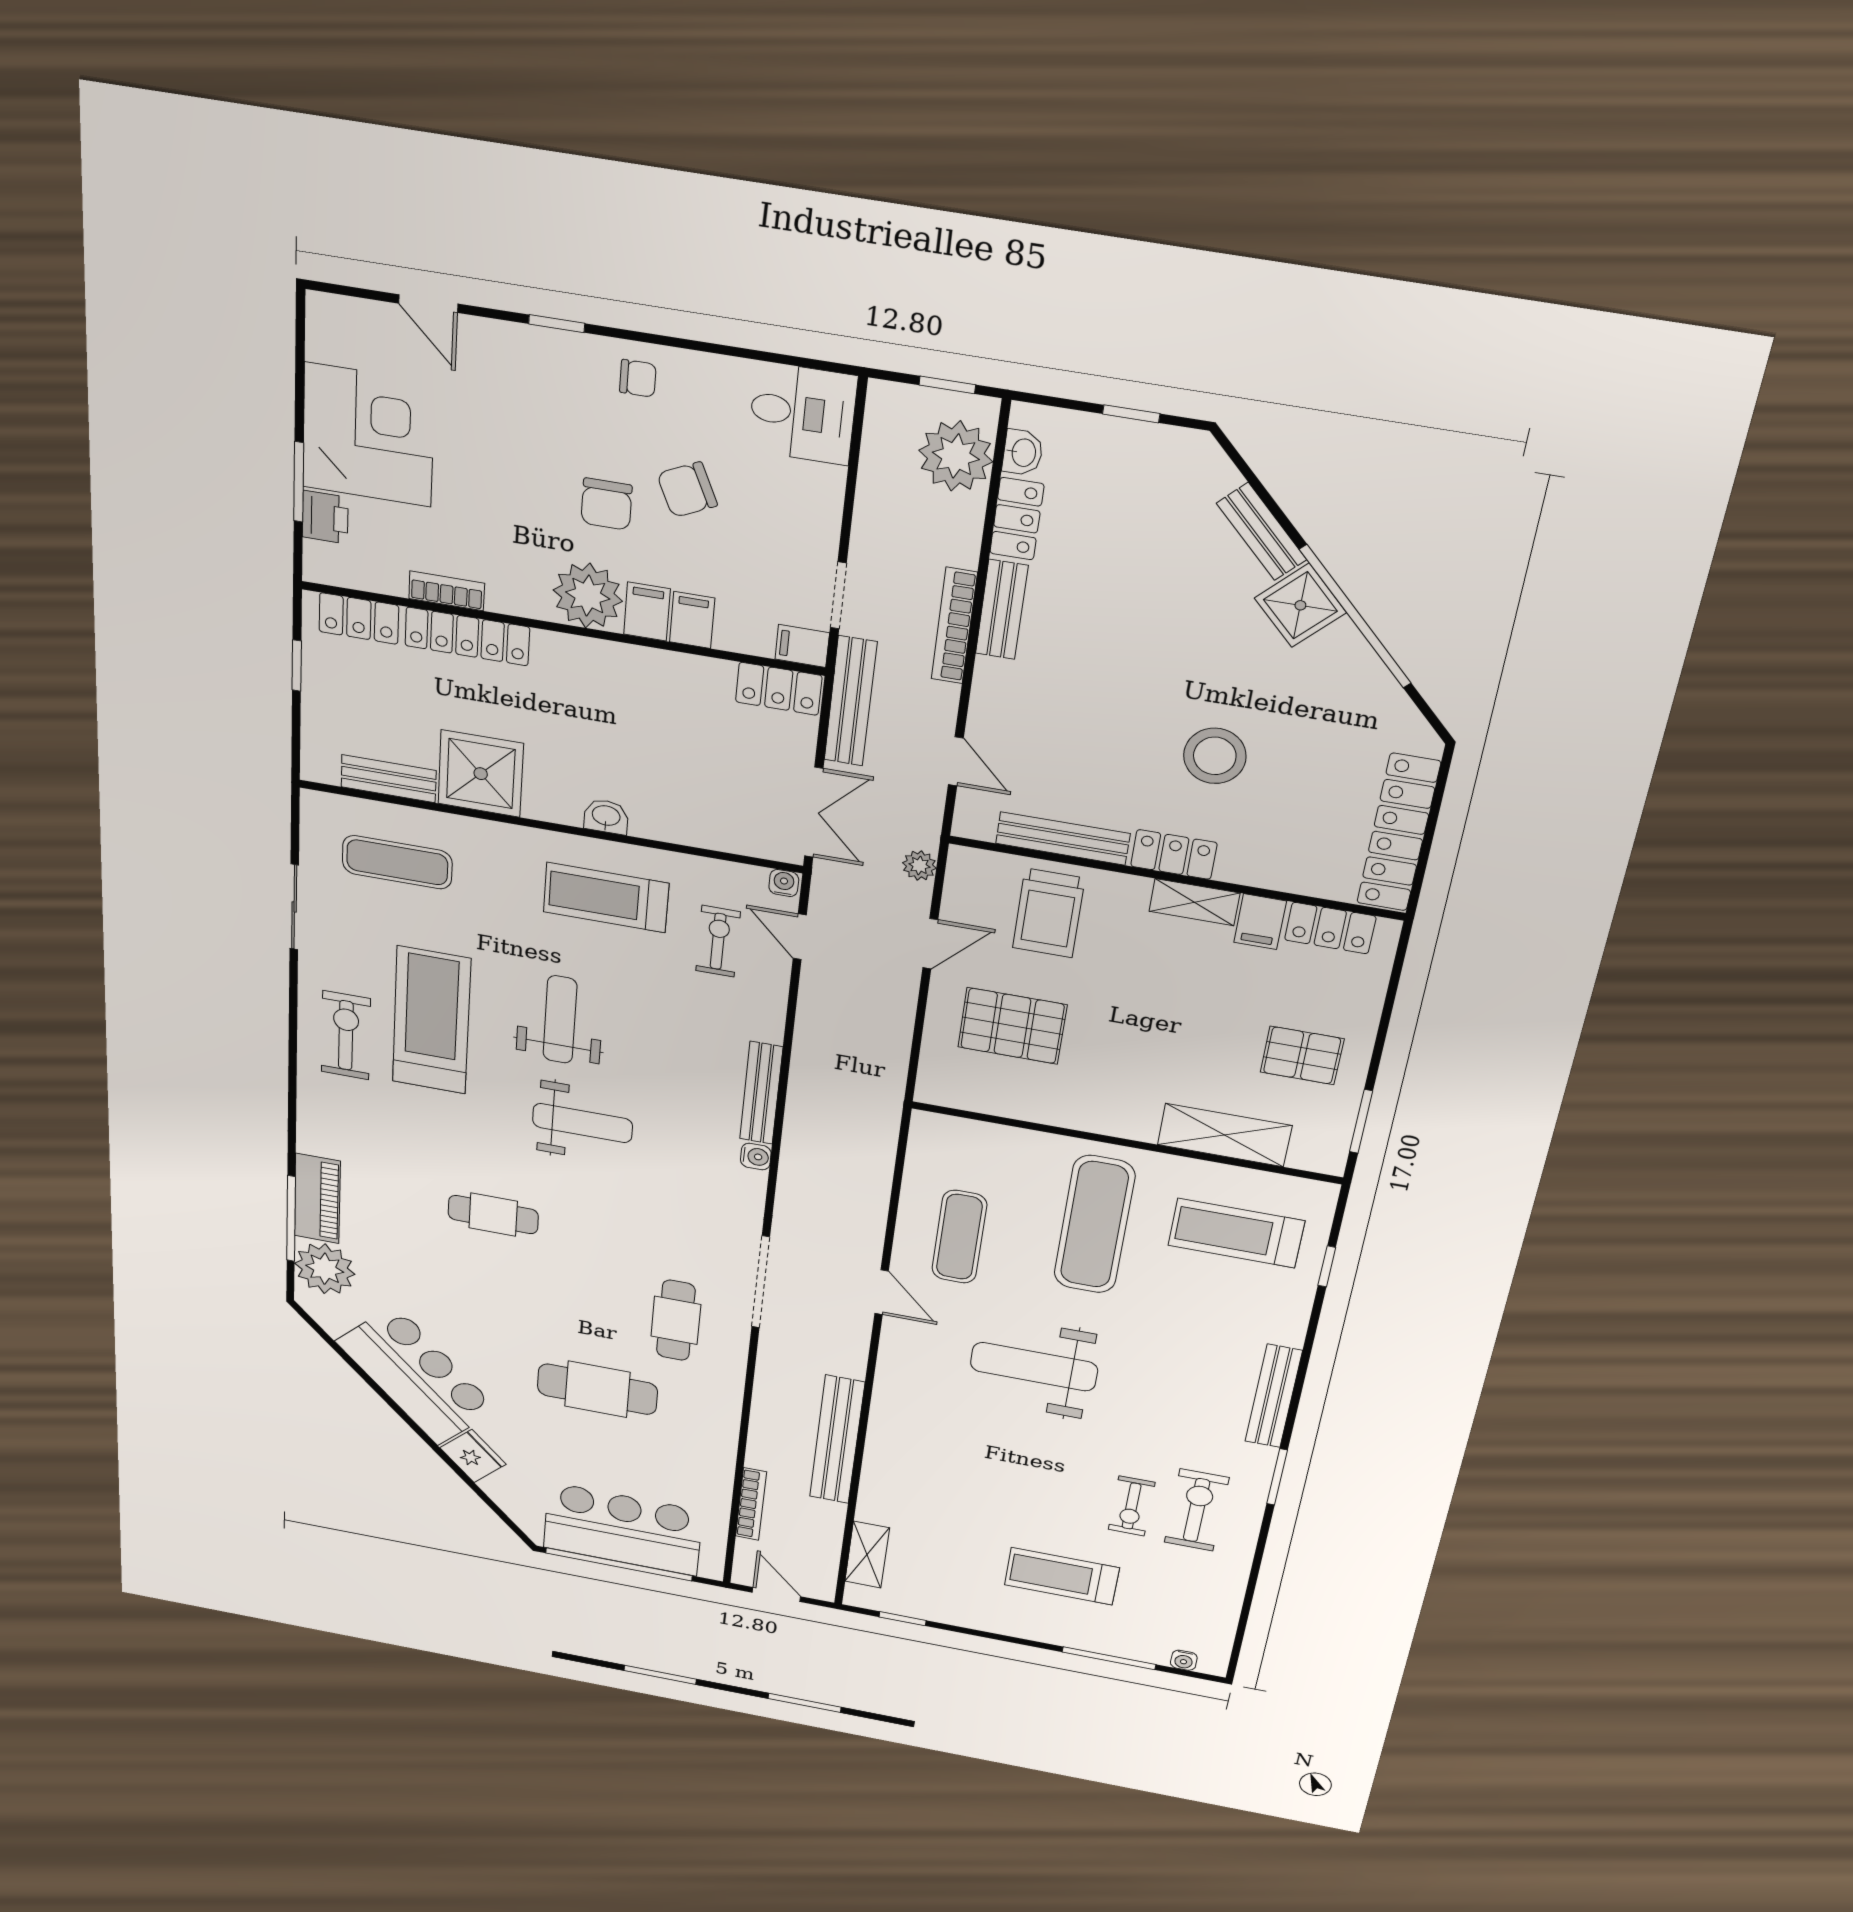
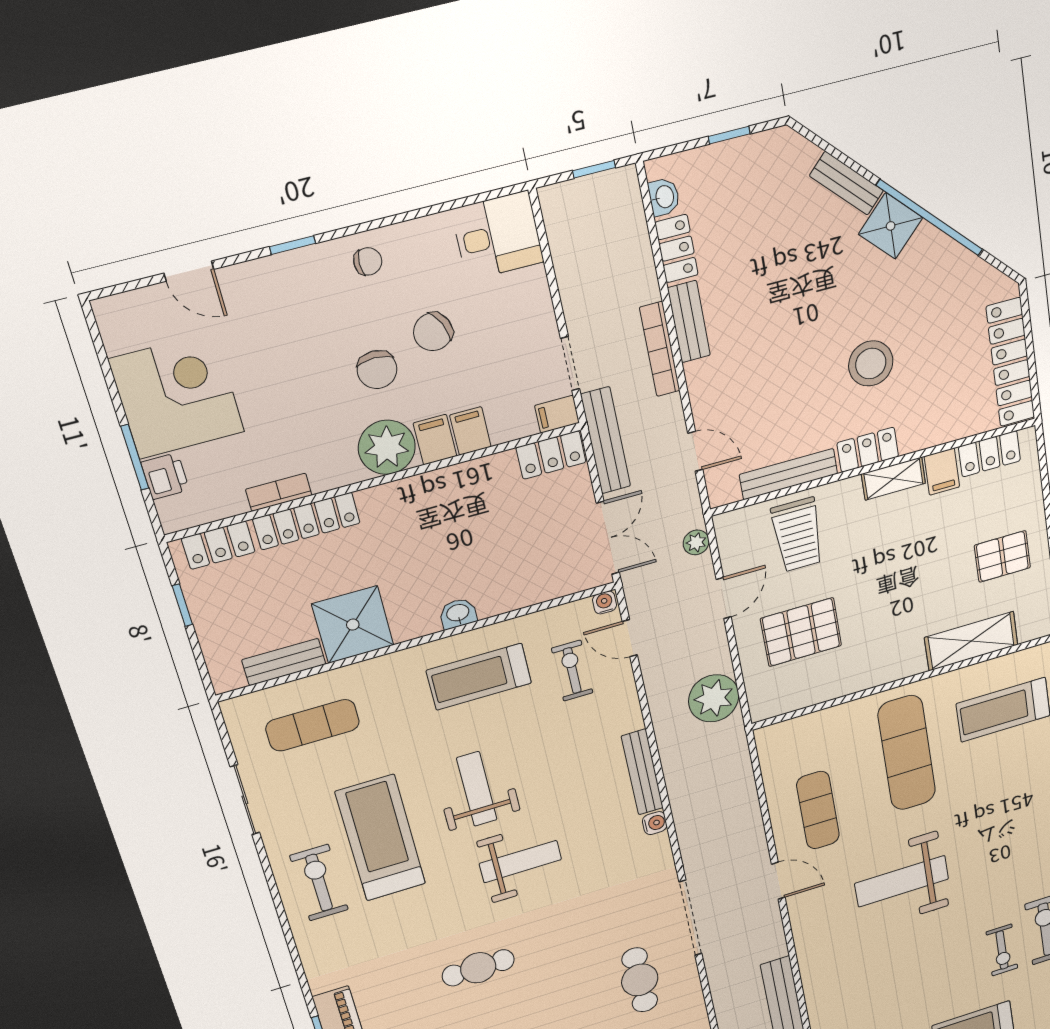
plant: (956, 456) -> (714, 698), moved

